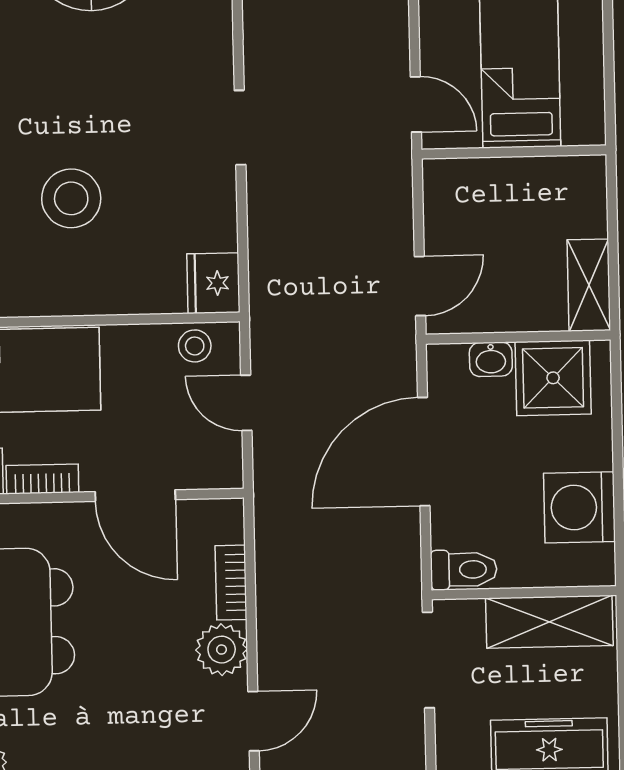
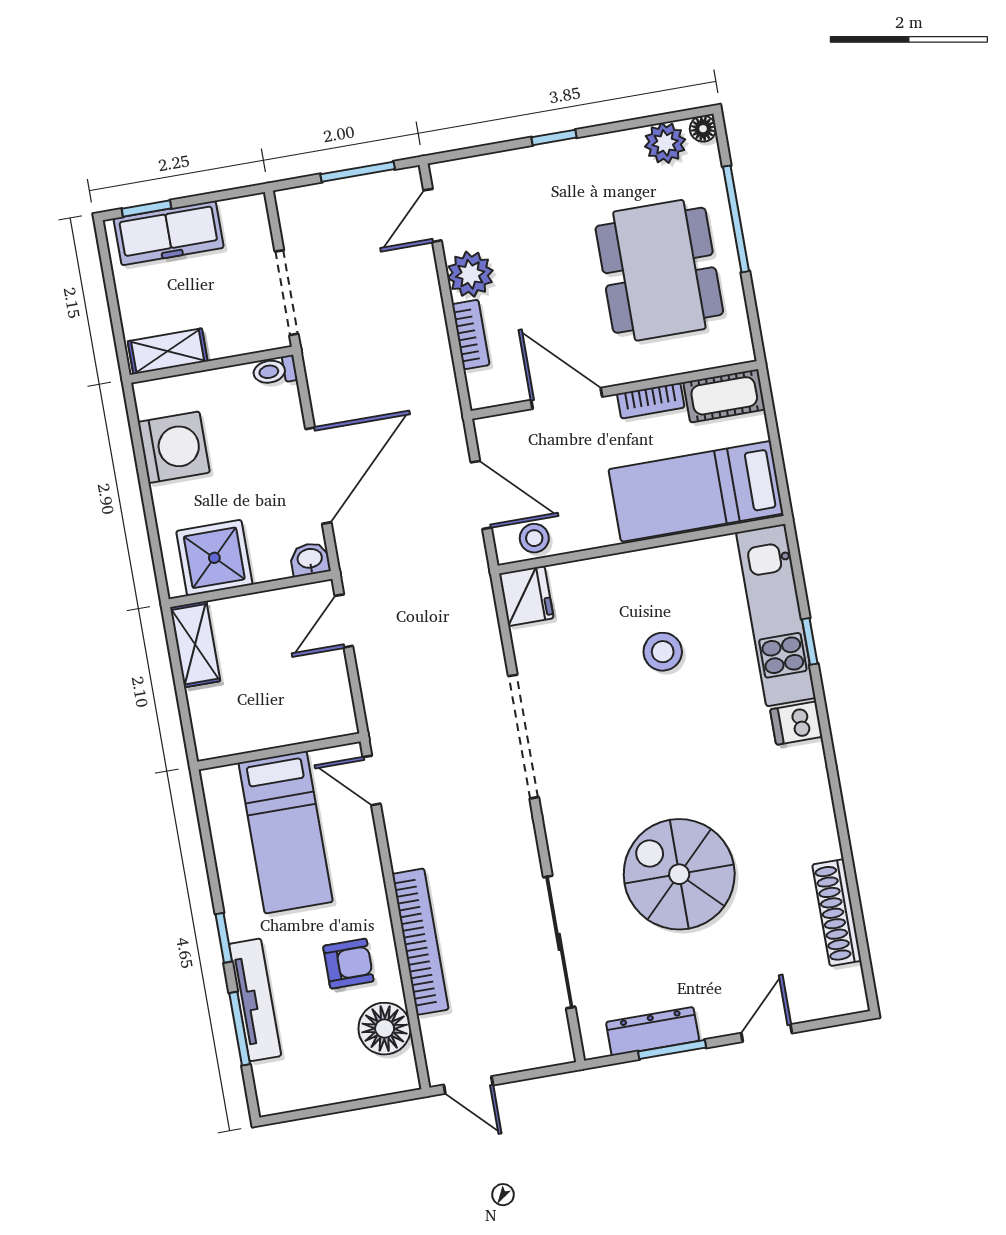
doorway: (240, 128) -> (523, 737), width x1.87
stool: (71, 198) -> (663, 652), width x0.73, depth x0.73
washbasin: (491, 359) -> (310, 559), moved
door: (246, 403) -> (481, 495), width x1.38
toilet: (464, 570) -> (275, 371), width x0.73, depth x0.72
shelving: (549, 622) -> (168, 351), width x0.67, depth x0.75

